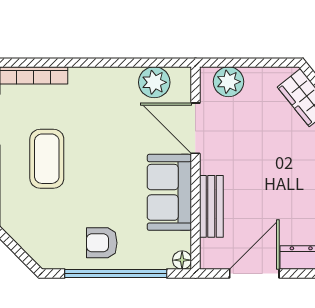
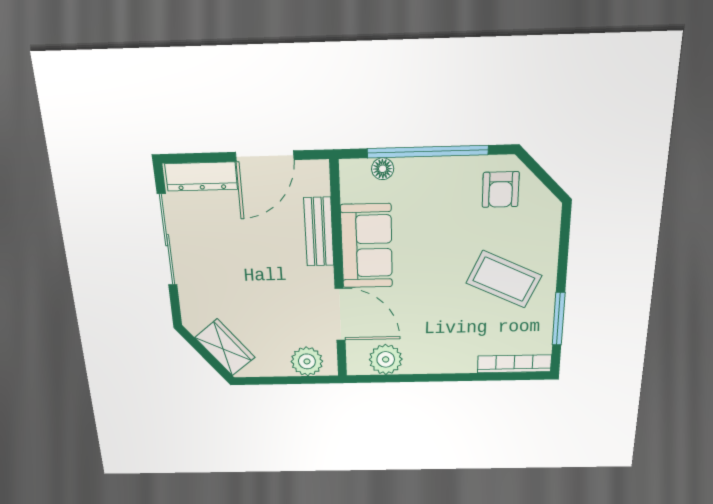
coffee table: (47, 159) -> (504, 279), turned -65
armchair: (102, 243) -> (501, 190), moved, turned 90
floor lamp: (182, 260) -> (383, 169), moved

